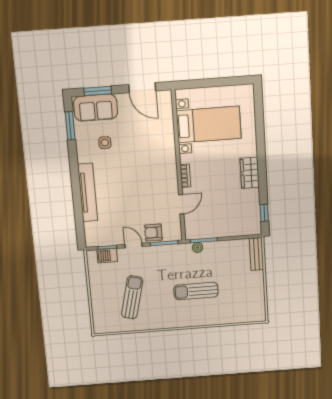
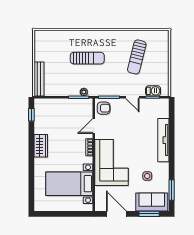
corner sofa: (154, 157) -> (111, 163), added
armchair: (153, 233) -> (104, 108), moved
bench: (256, 254) -> (39, 79), width x1.36

